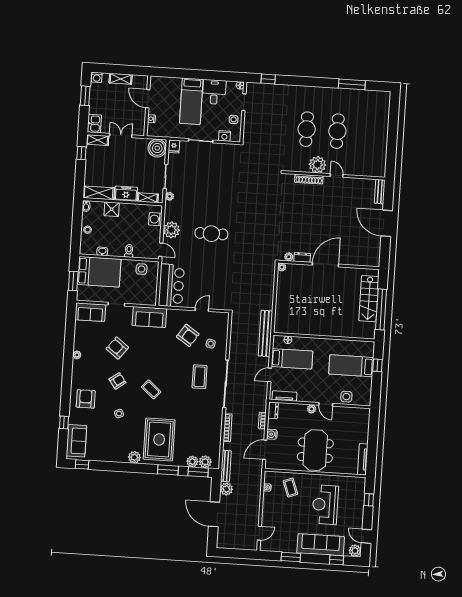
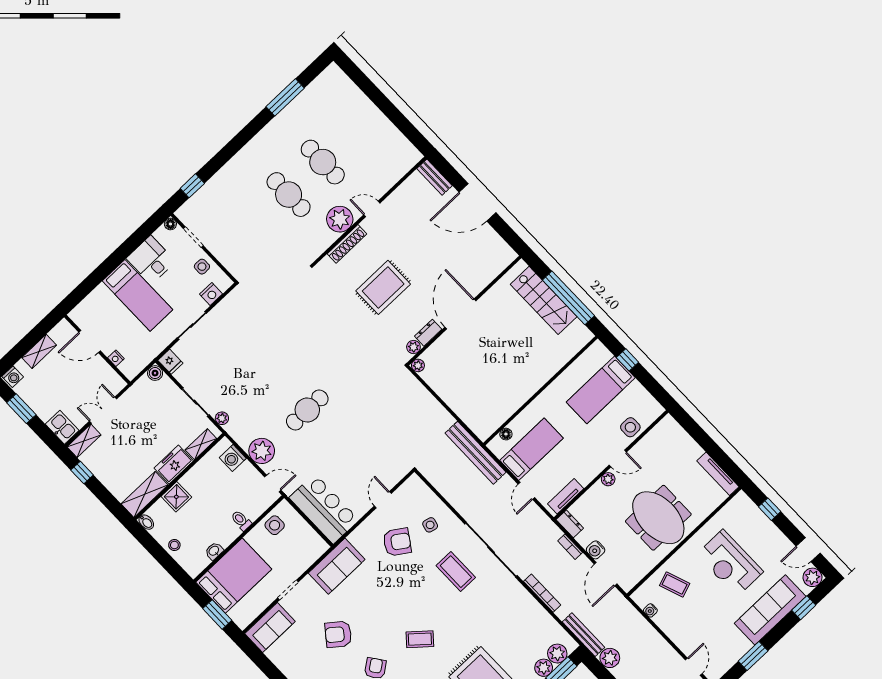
boiler: (157, 148) -> (155, 373), width x0.54, depth x0.54
rug: (304, 216) -> (383, 287), added

